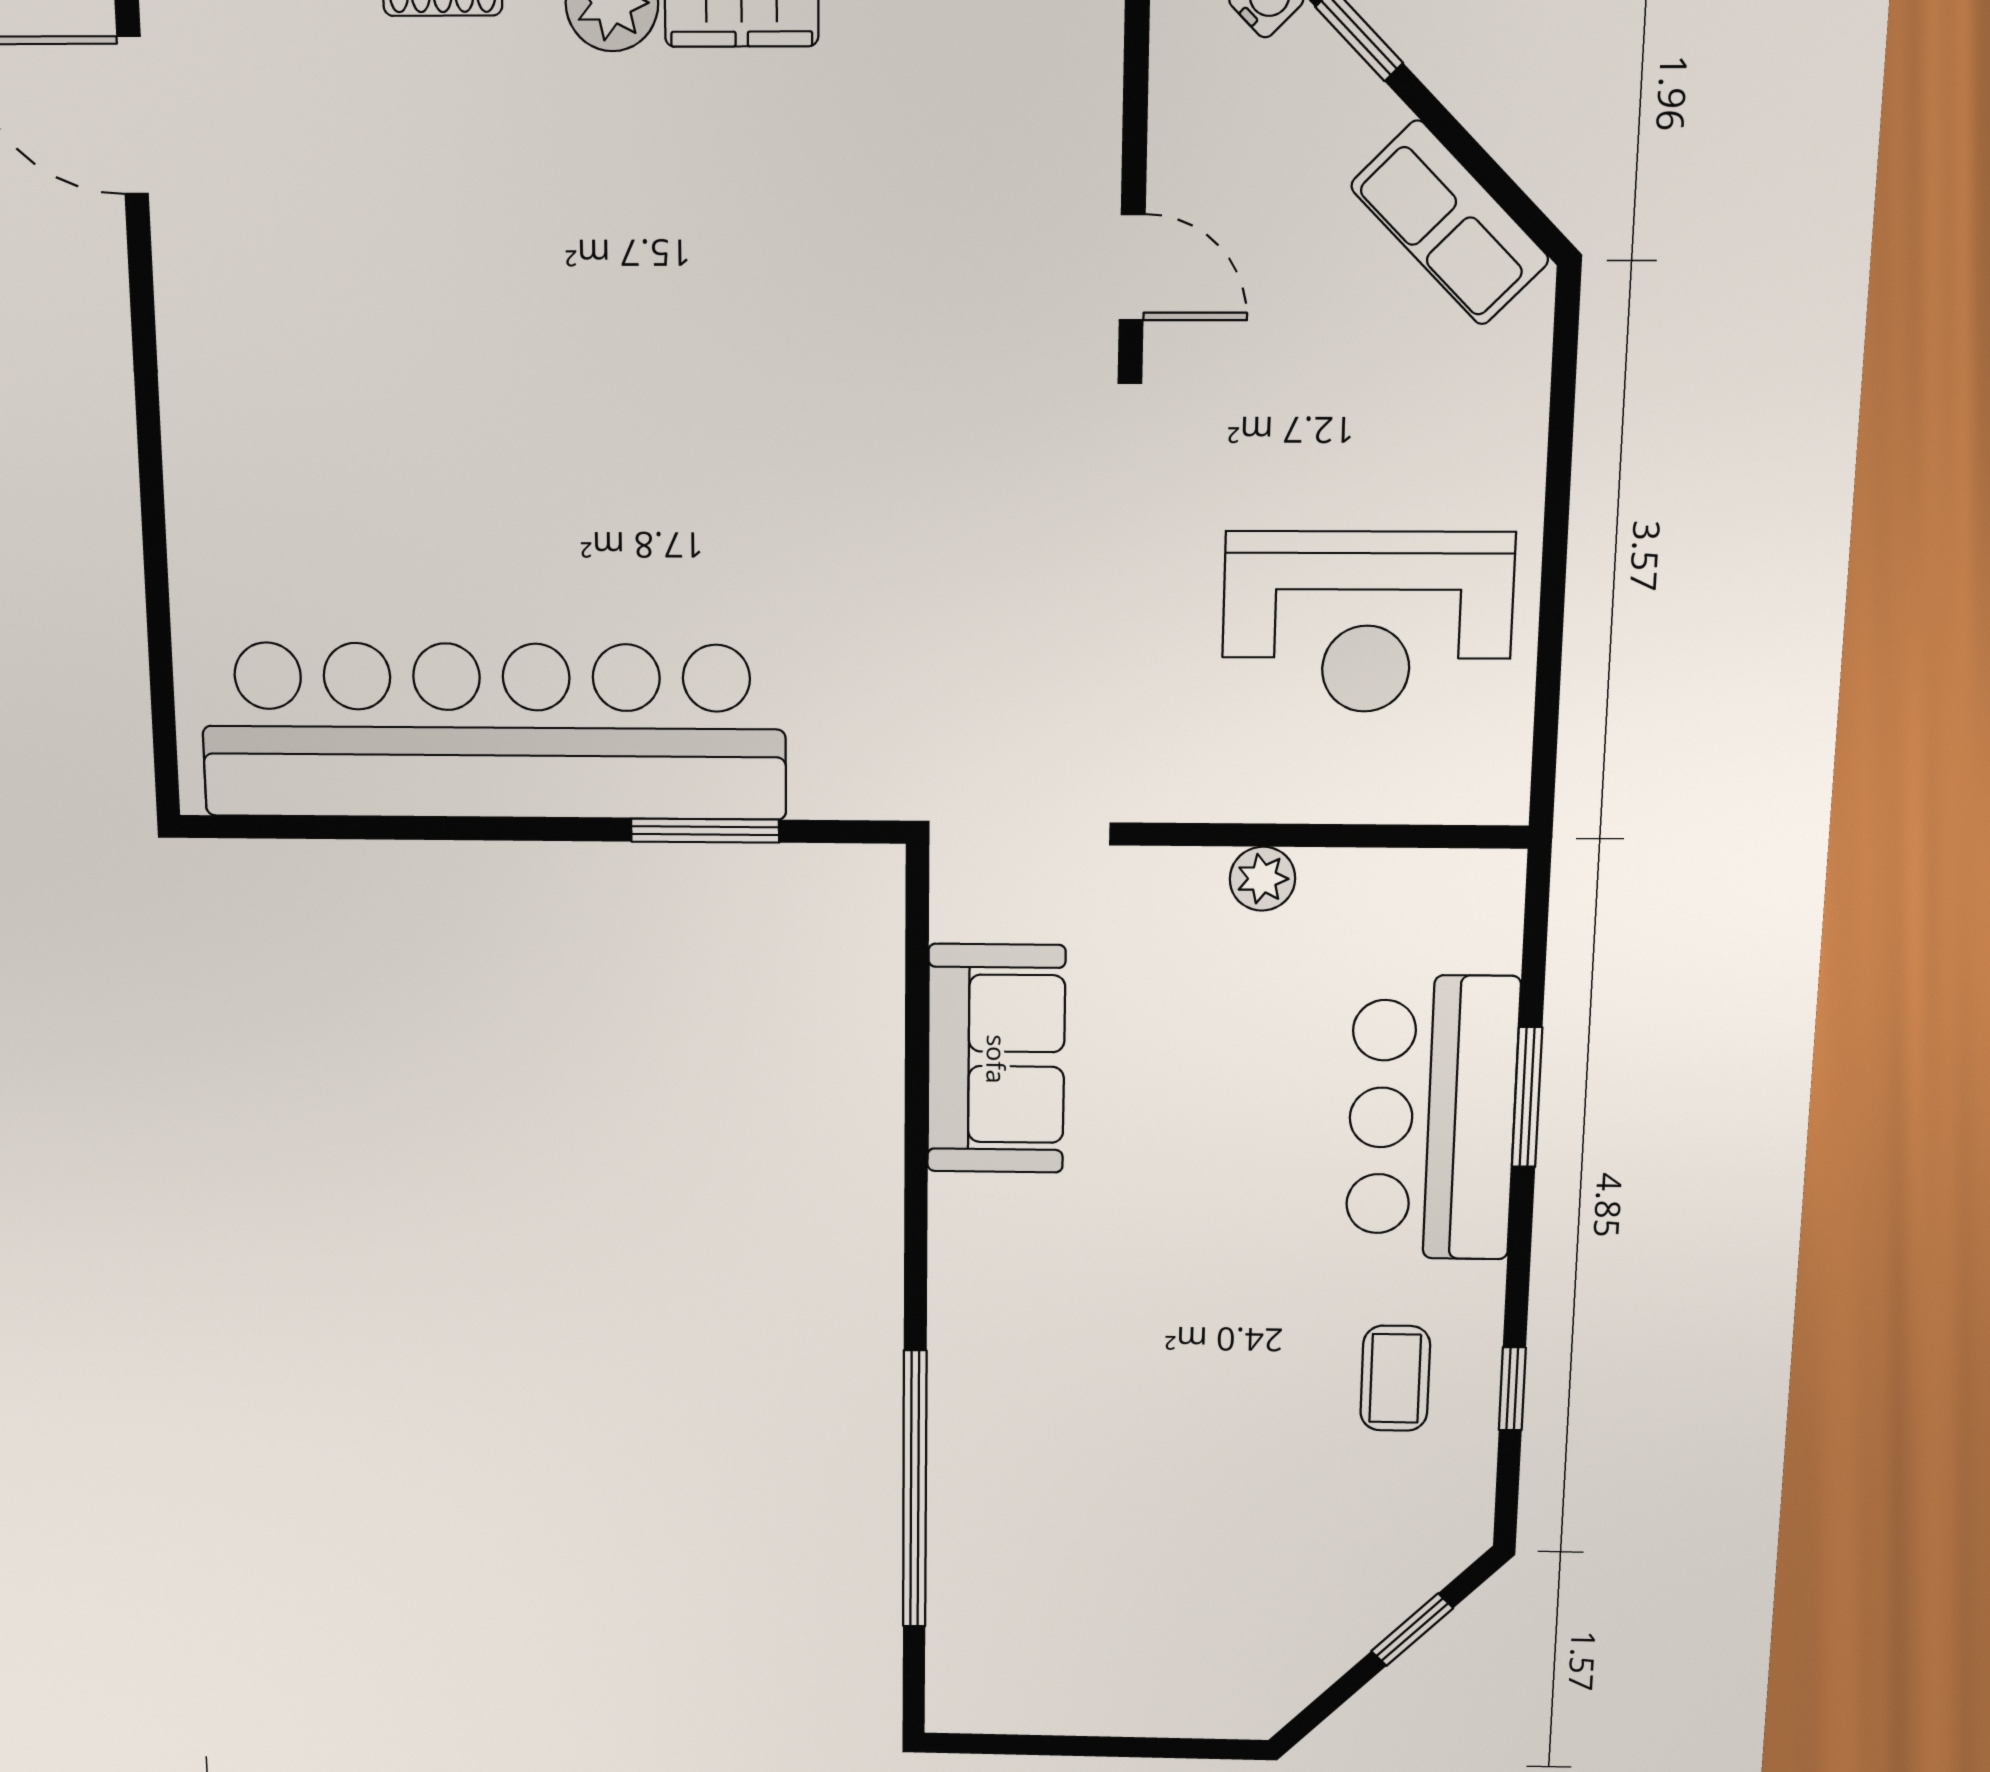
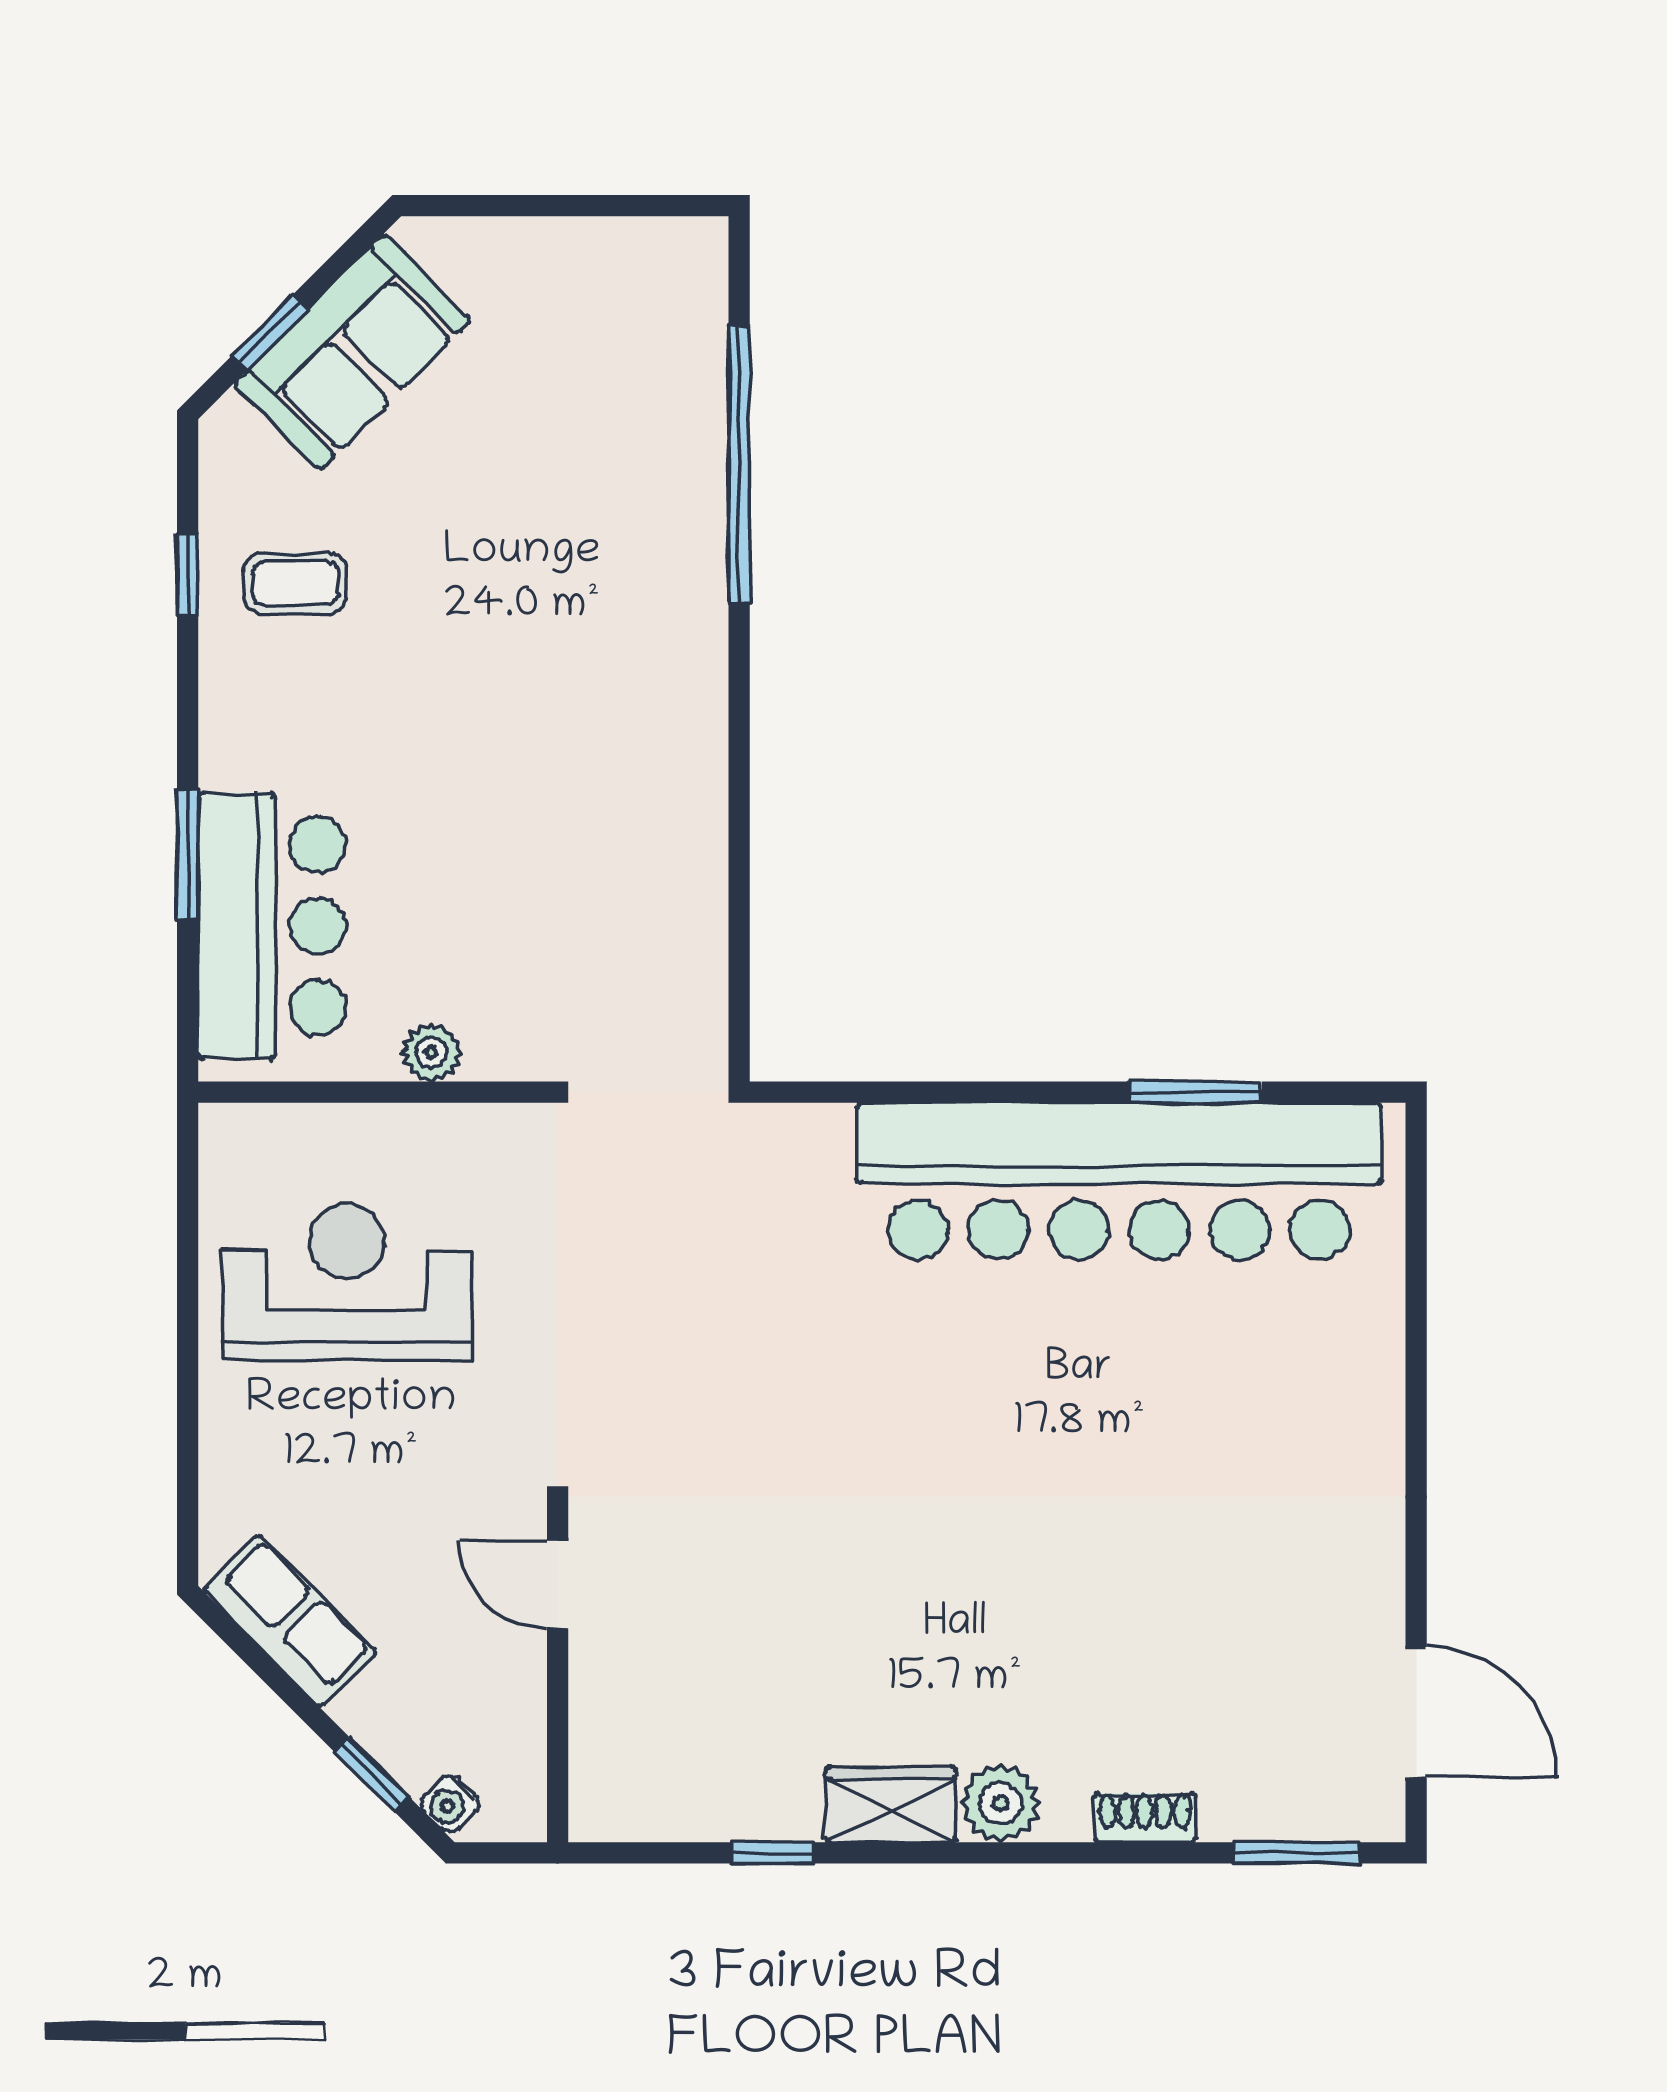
window: (705, 831) -> (1195, 1092), moved
sofa: (996, 1059) -> (352, 352), moved, turned -135
bar counter: (1432, 1118) -> (272, 926), moved
coffee table: (1395, 1378) -> (295, 583), turned 90

